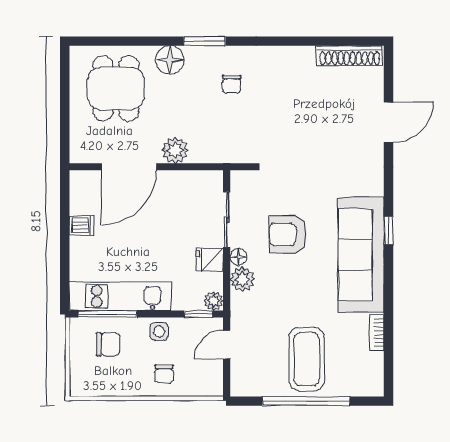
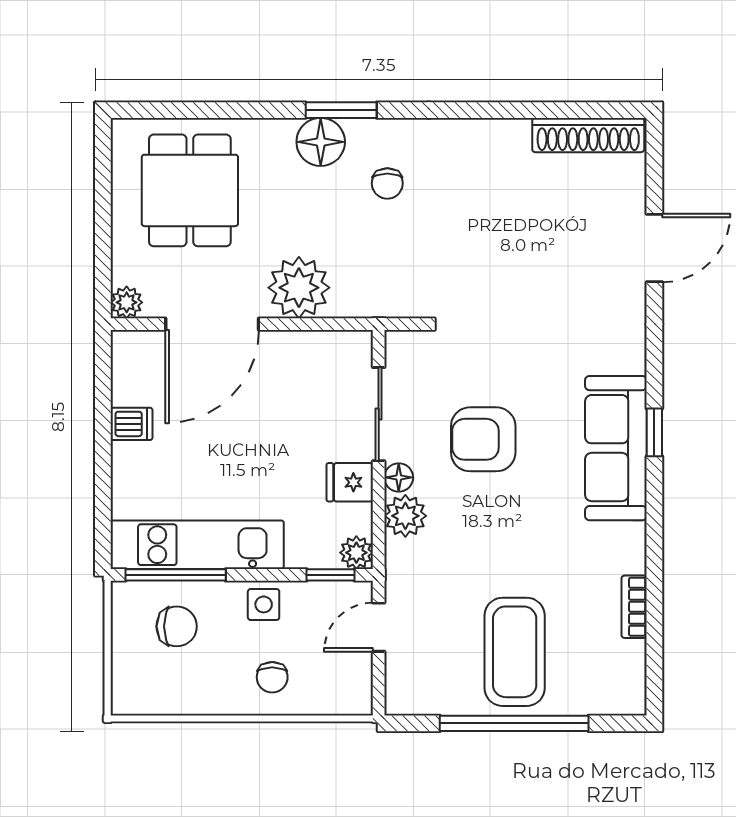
floor lamp: (170, 60) -> (321, 142), moved
plant: (175, 150) -> (299, 288), width x1.36, depth x1.36
plant: (79, 154) -> (127, 302), added
sofa: (361, 255) -> (616, 448), width x0.74, depth x0.79

